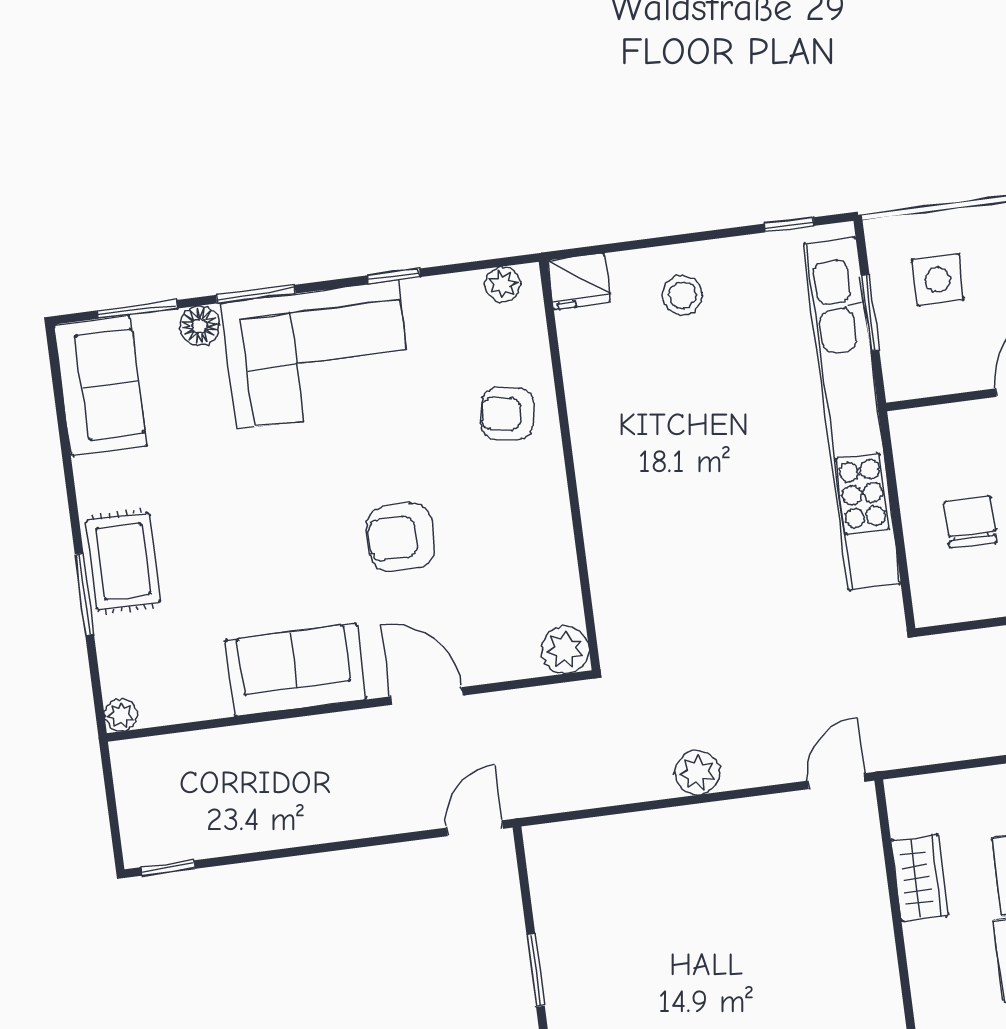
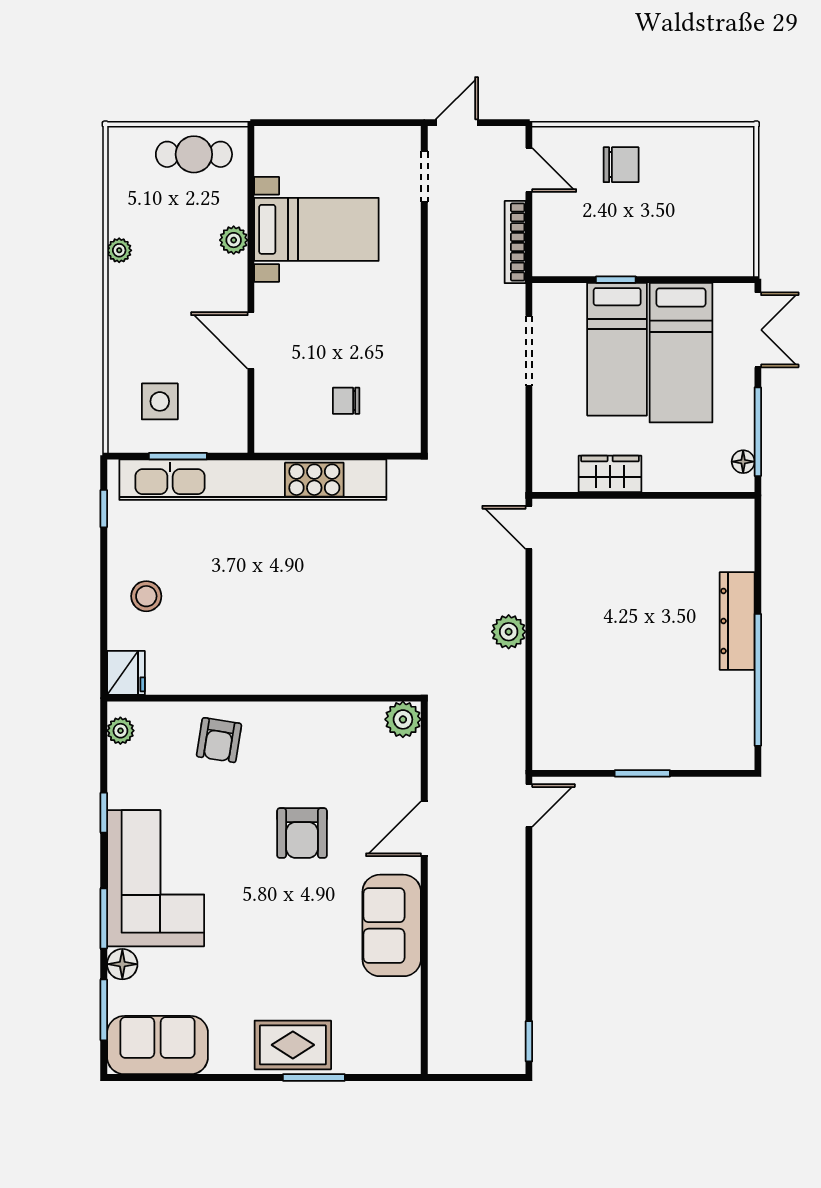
chair: (970, 522) -> (346, 401), width x0.73, depth x0.73
plant: (121, 715) -> (409, 1062), removed
door: (475, 828) -> (529, 805), swing flipped

